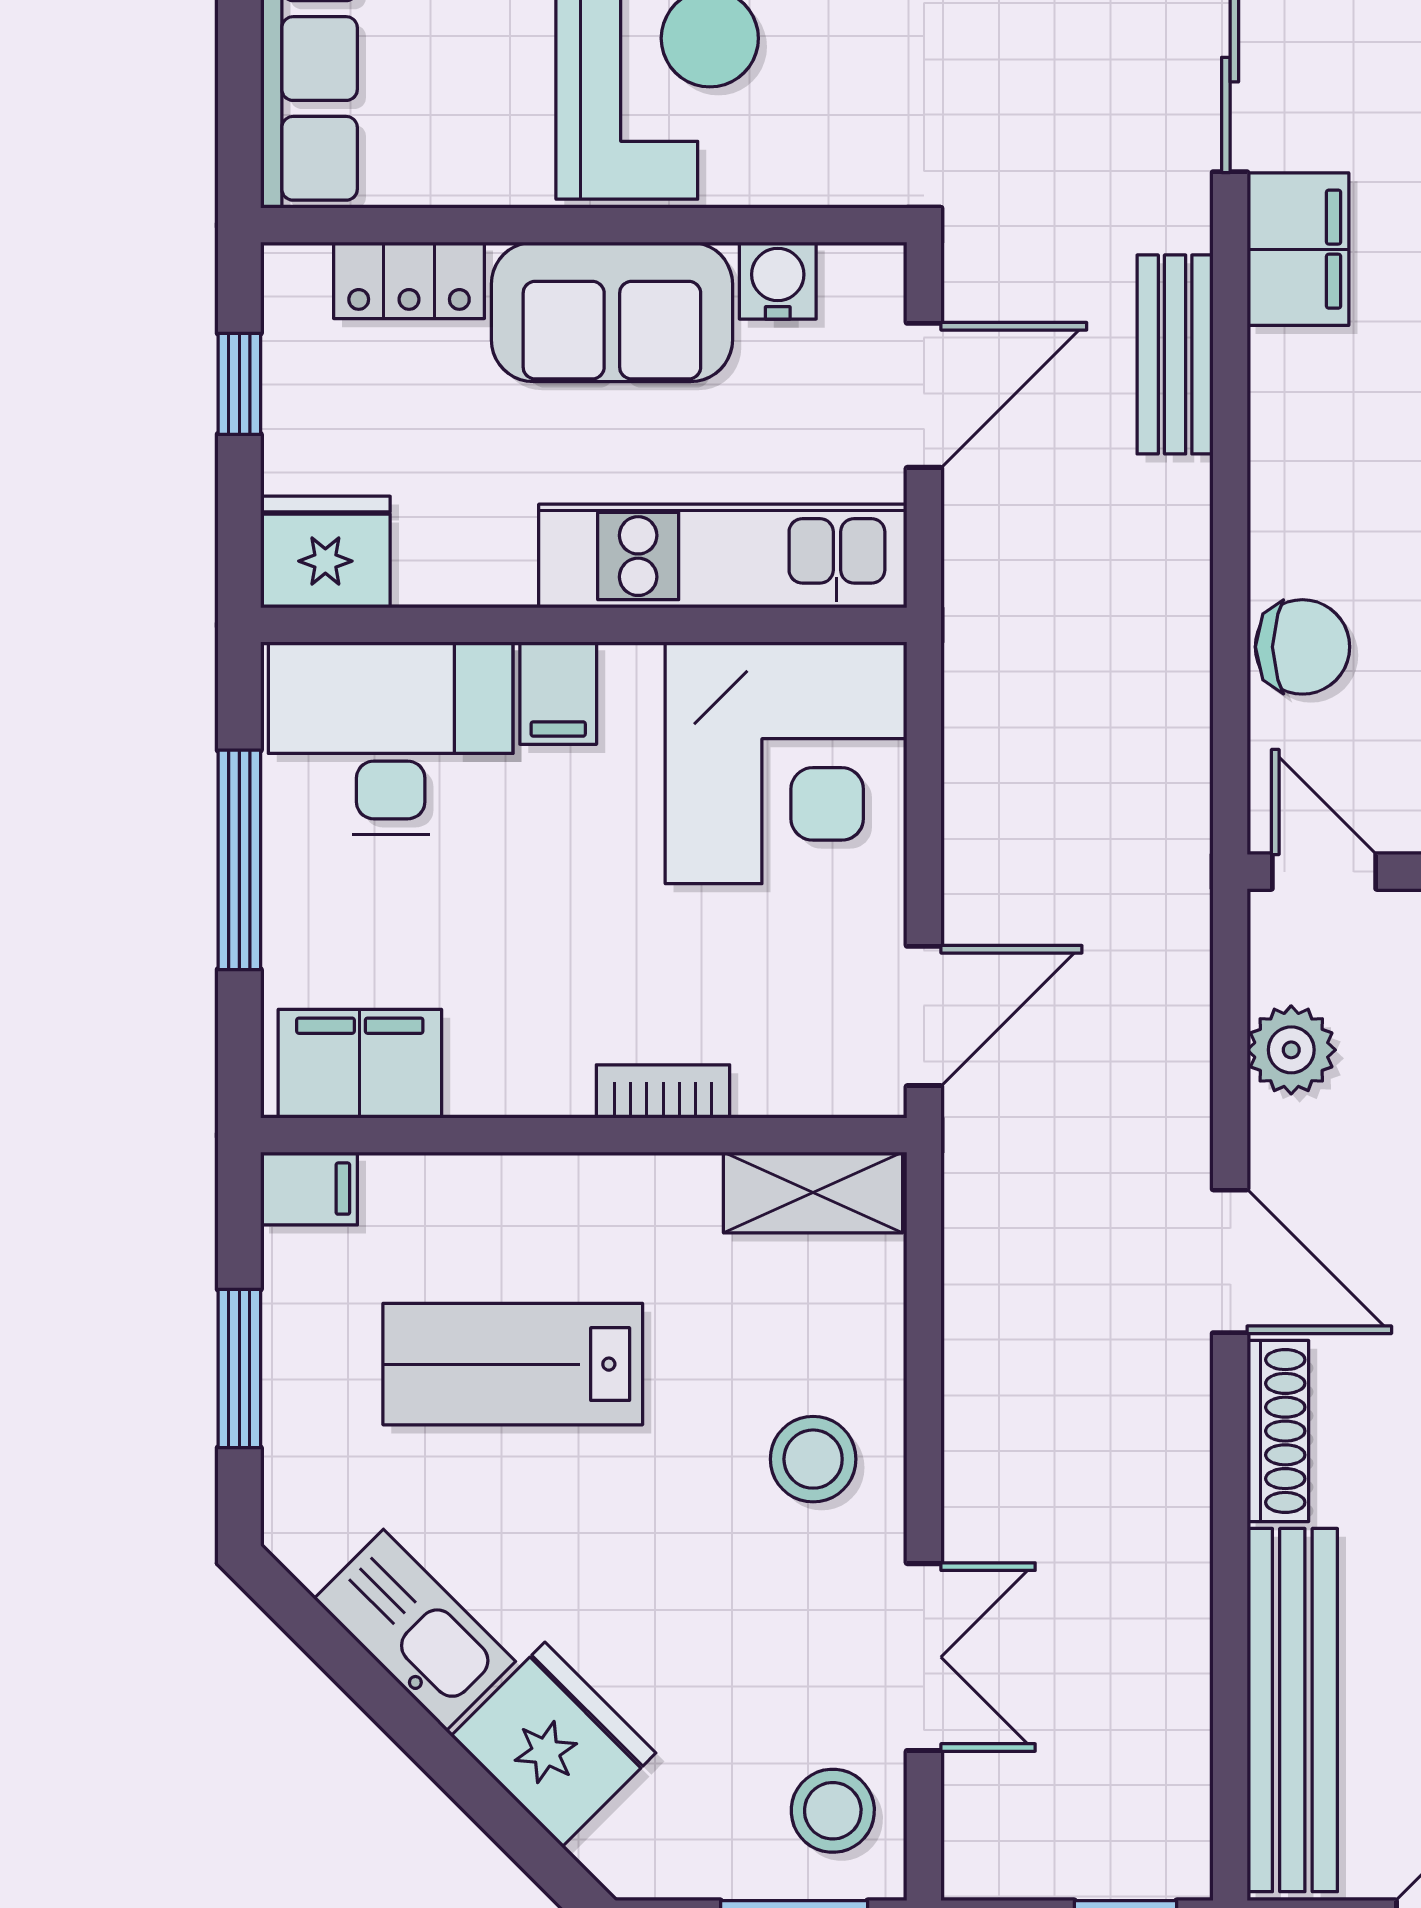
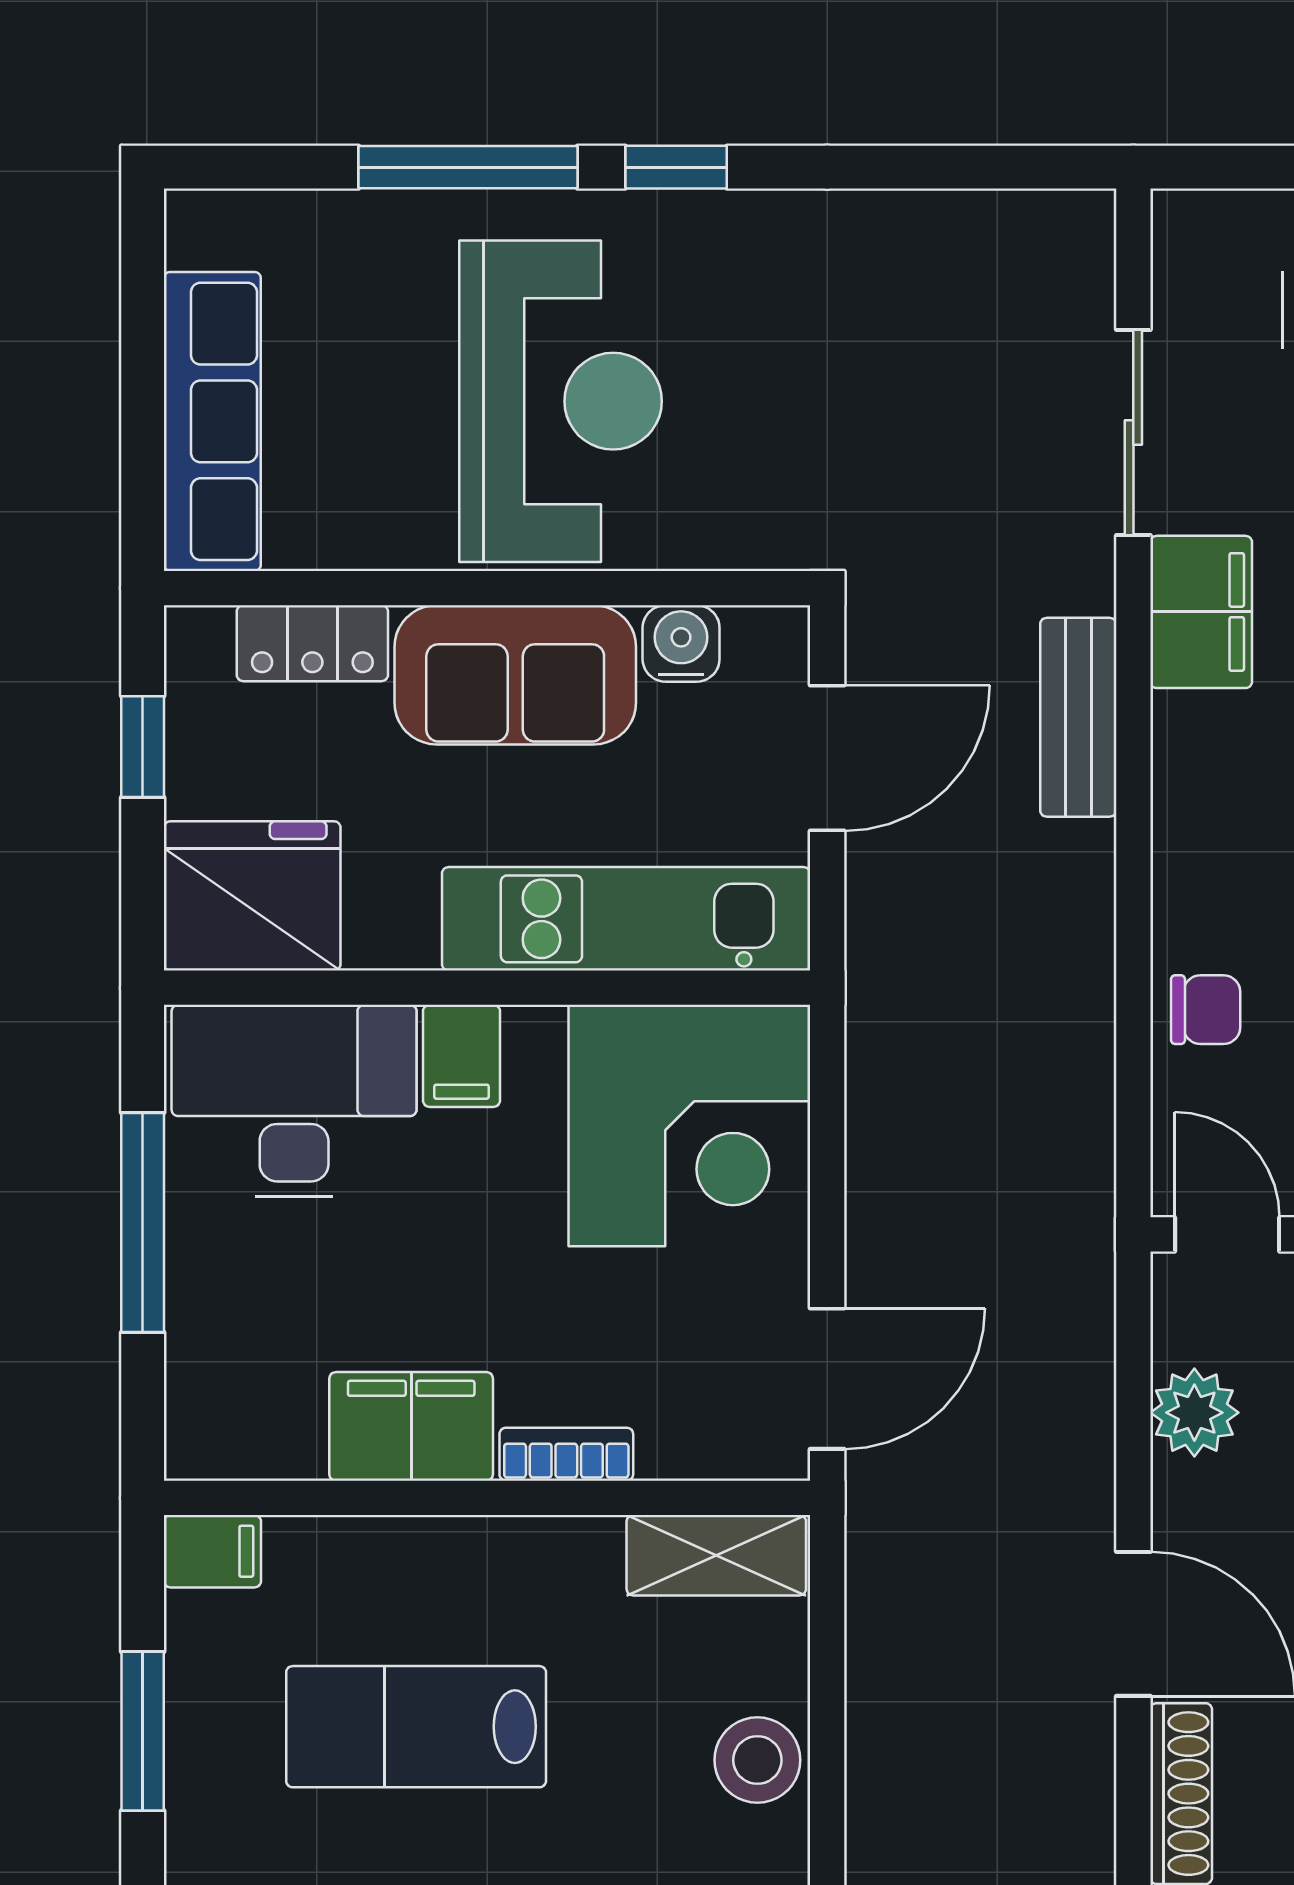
fridge: (325, 552) -> (252, 896), width x1.36, depth x1.34
chair: (1302, 647) -> (1206, 1010), width x0.73, depth x0.73
filing cabinet: (360, 1064) -> (411, 1426), moved
stool: (813, 1459) -> (757, 1760), moved

